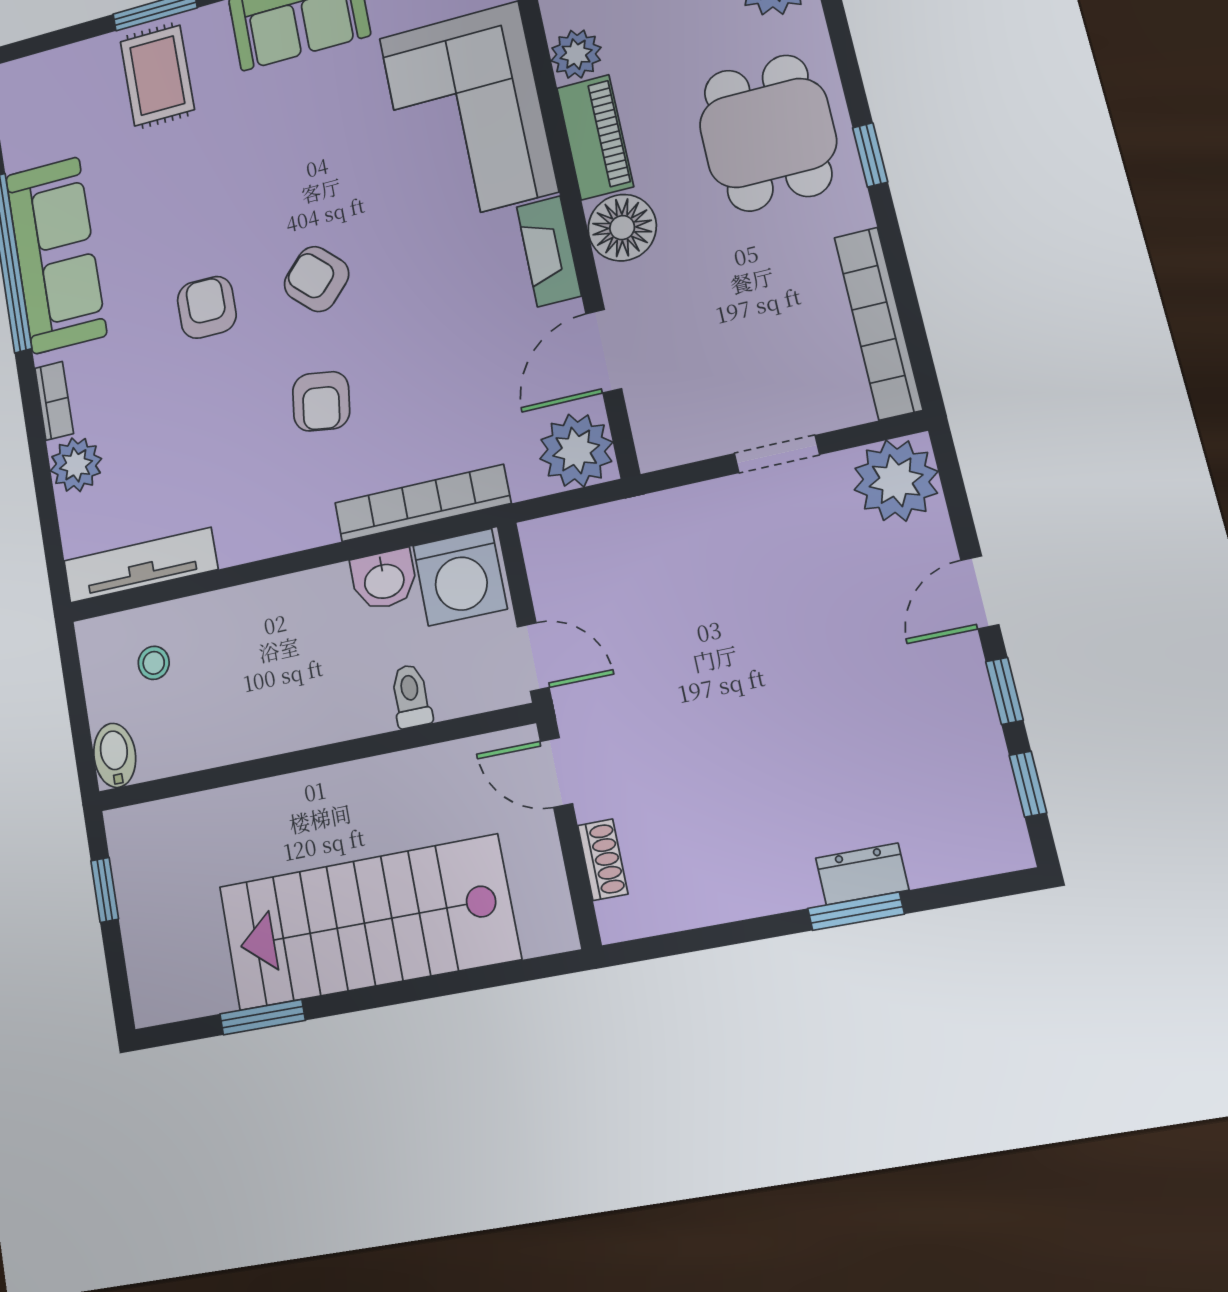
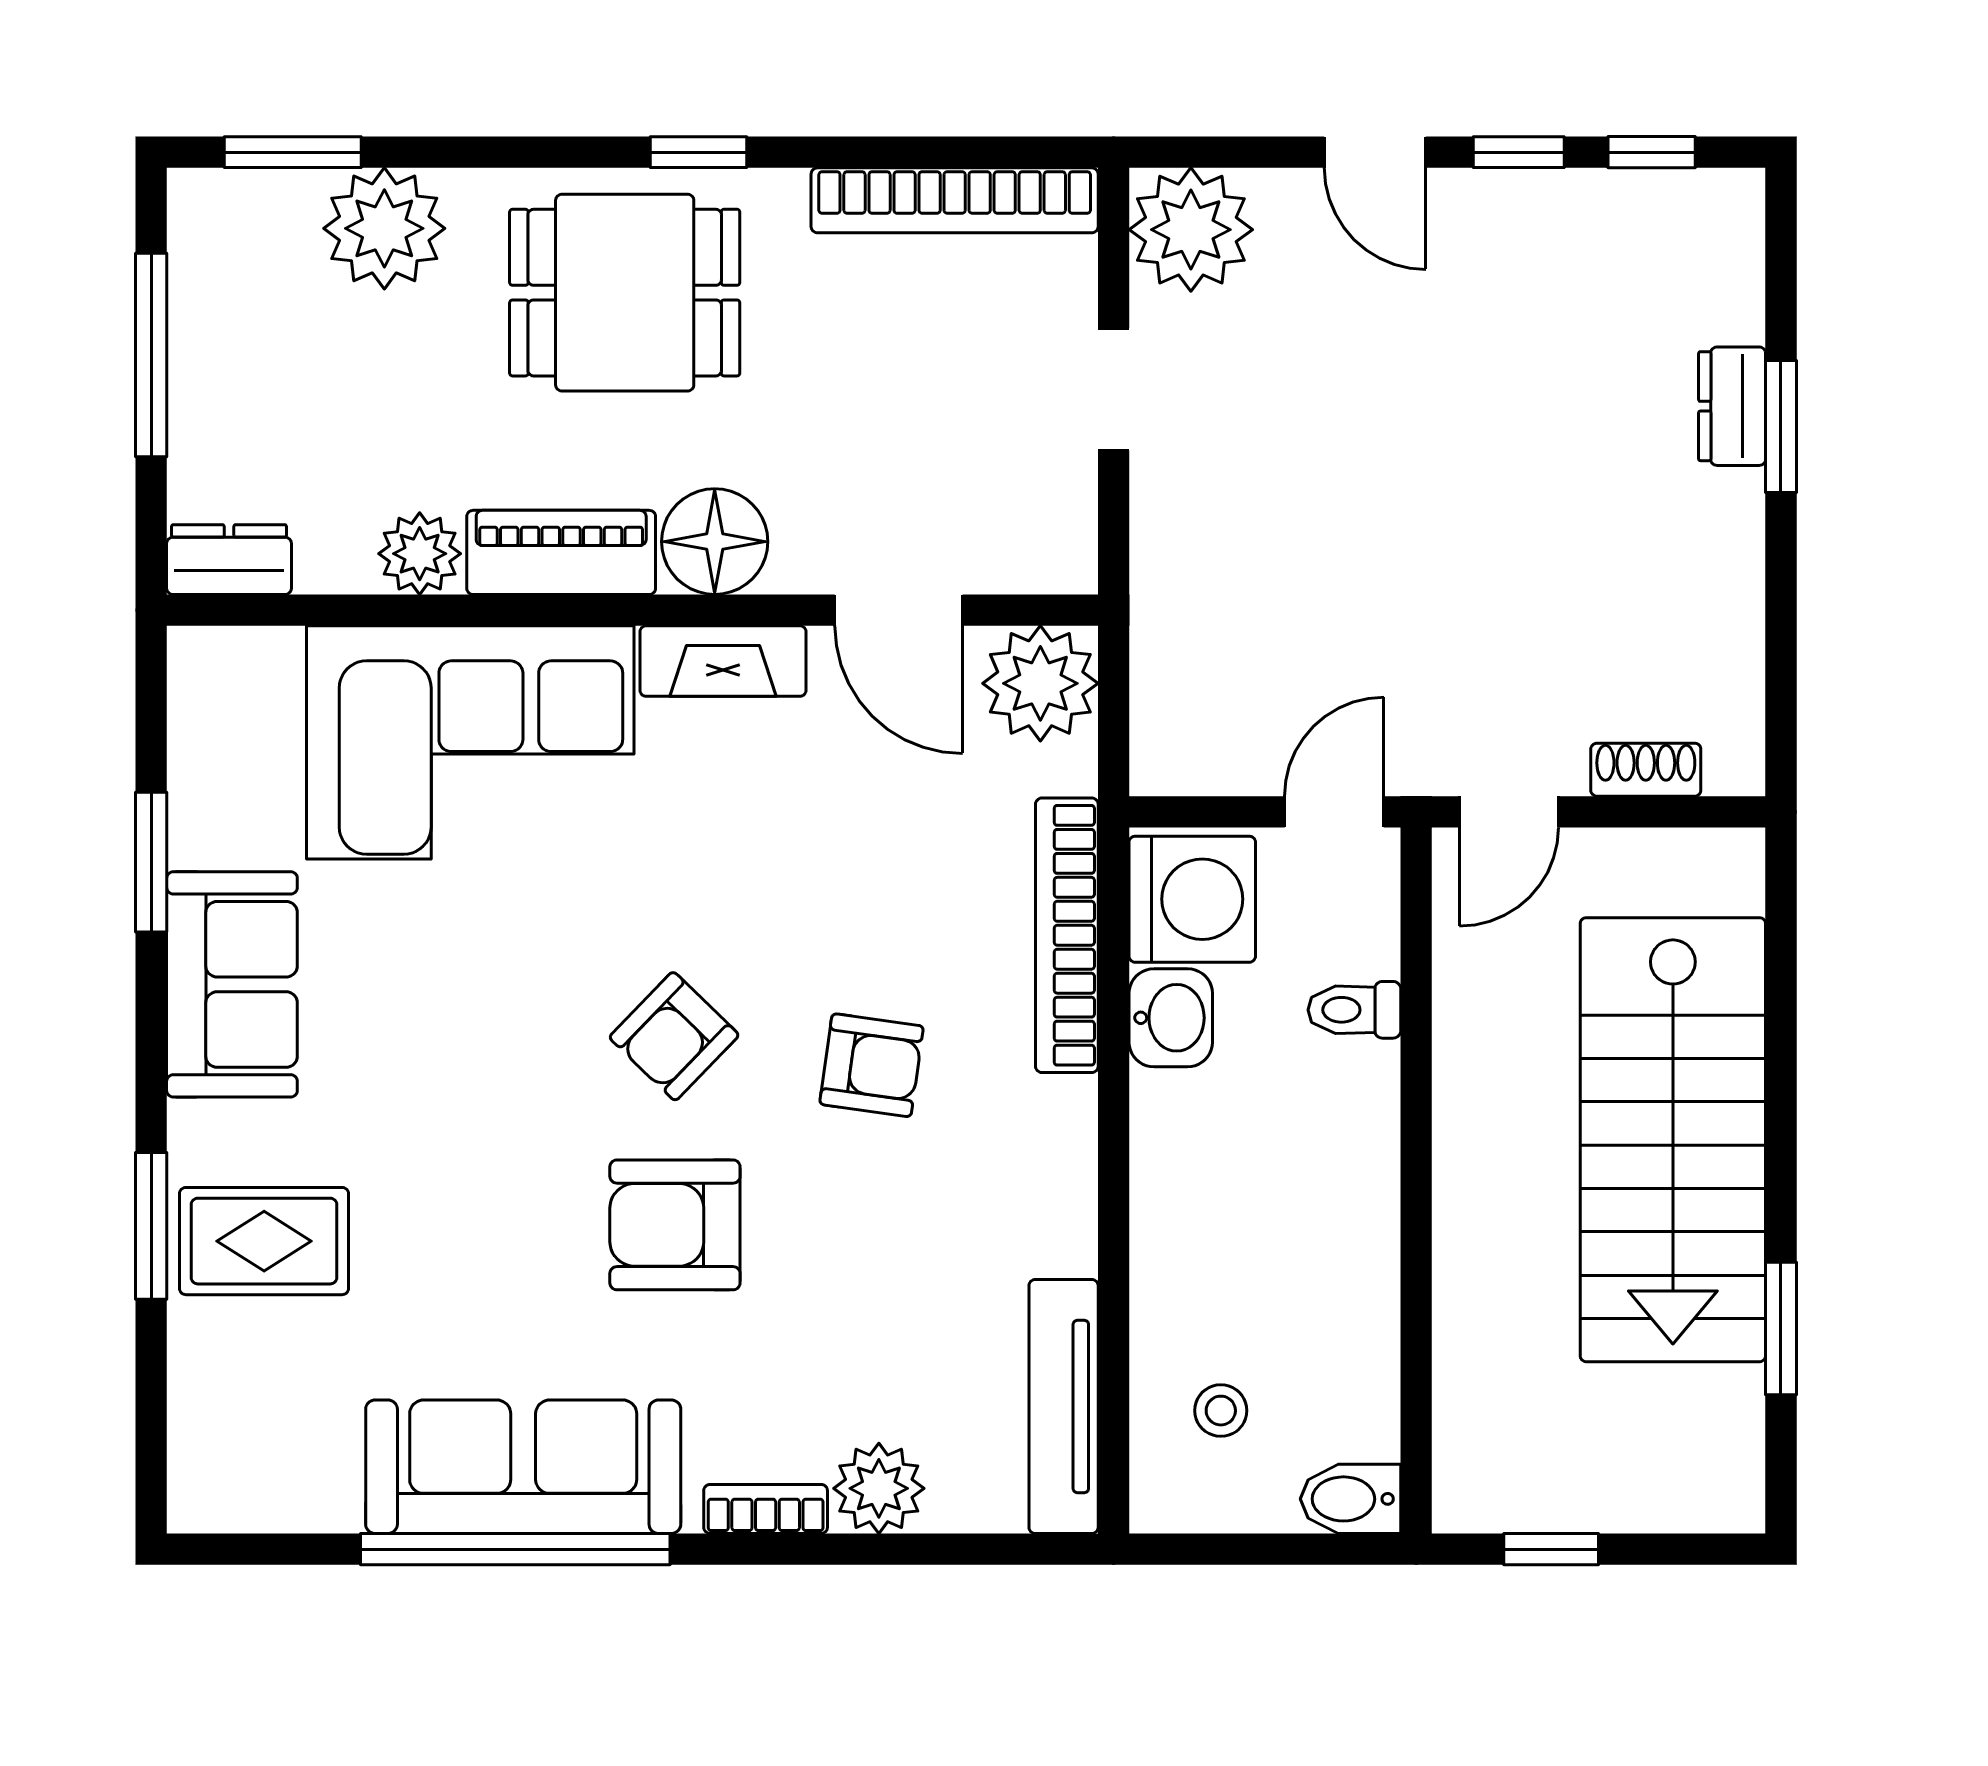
armchair: (207, 307) -> (675, 1225), width x1.38, depth x1.38

